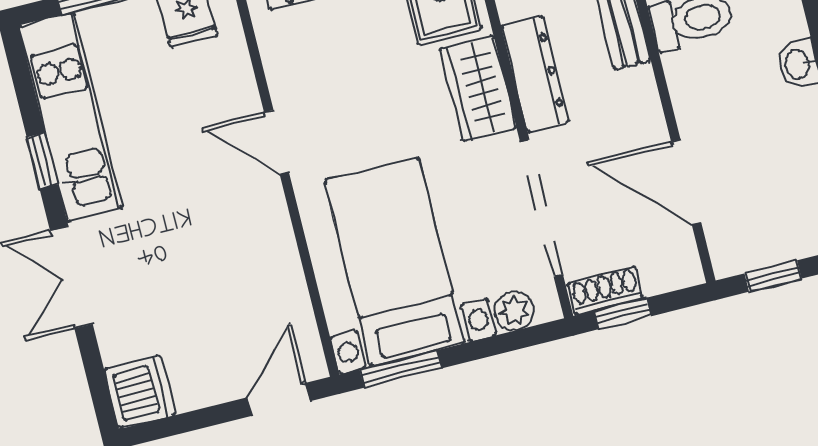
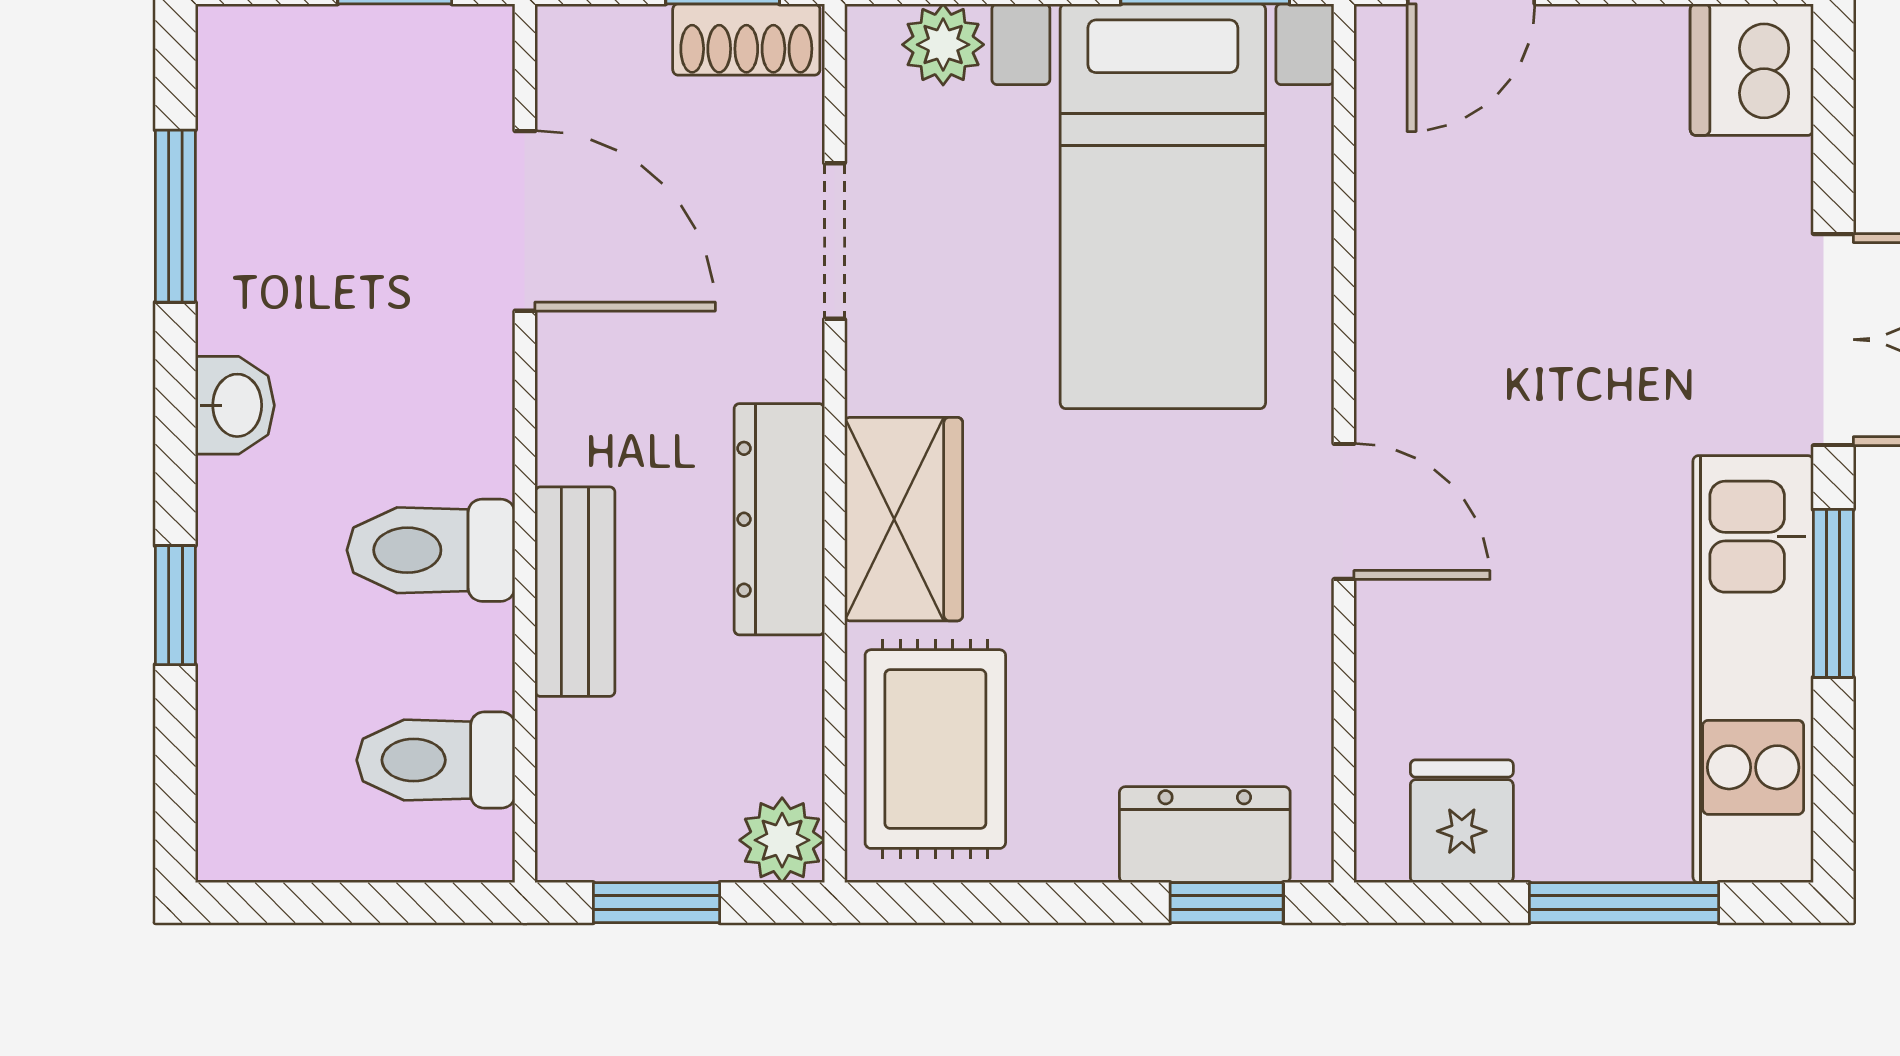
window: (42, 161) -> (1833, 593), width x1.50
doorway: (542, 208) -> (835, 241), width x0.53

